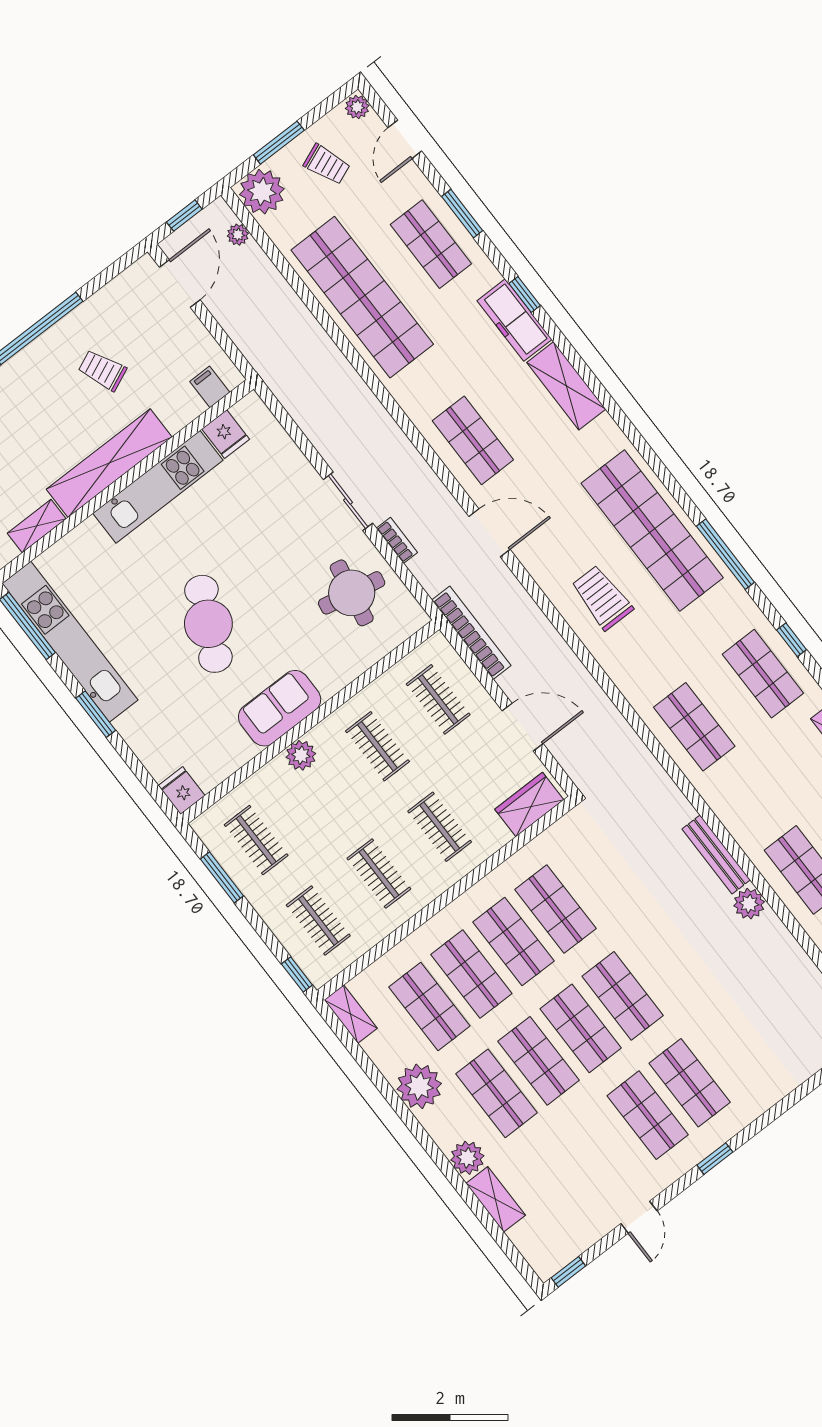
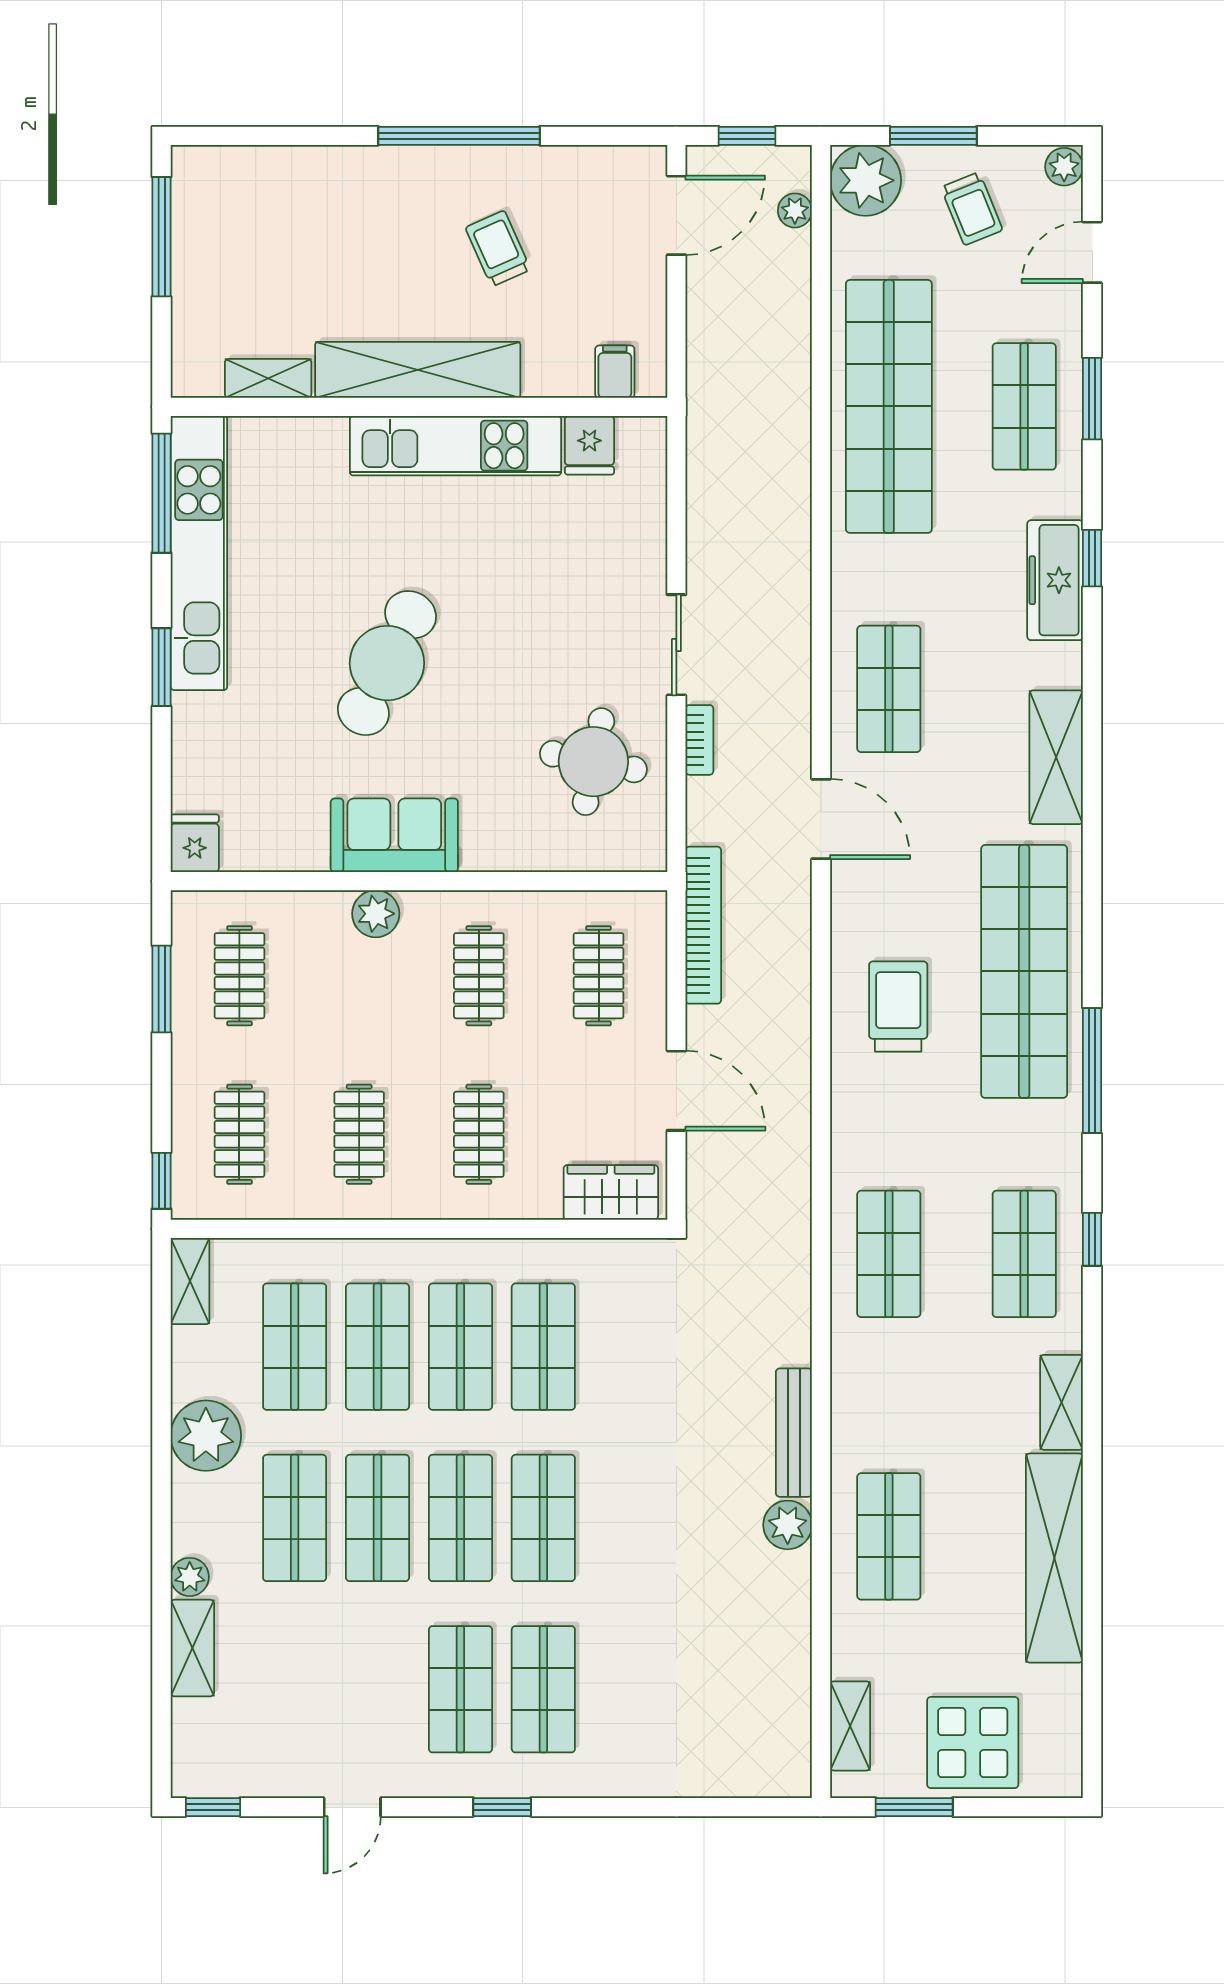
shelving: (566, 386) -> (1056, 757), moved
plant: (467, 1158) -> (190, 1577), width x0.73, depth x0.73

